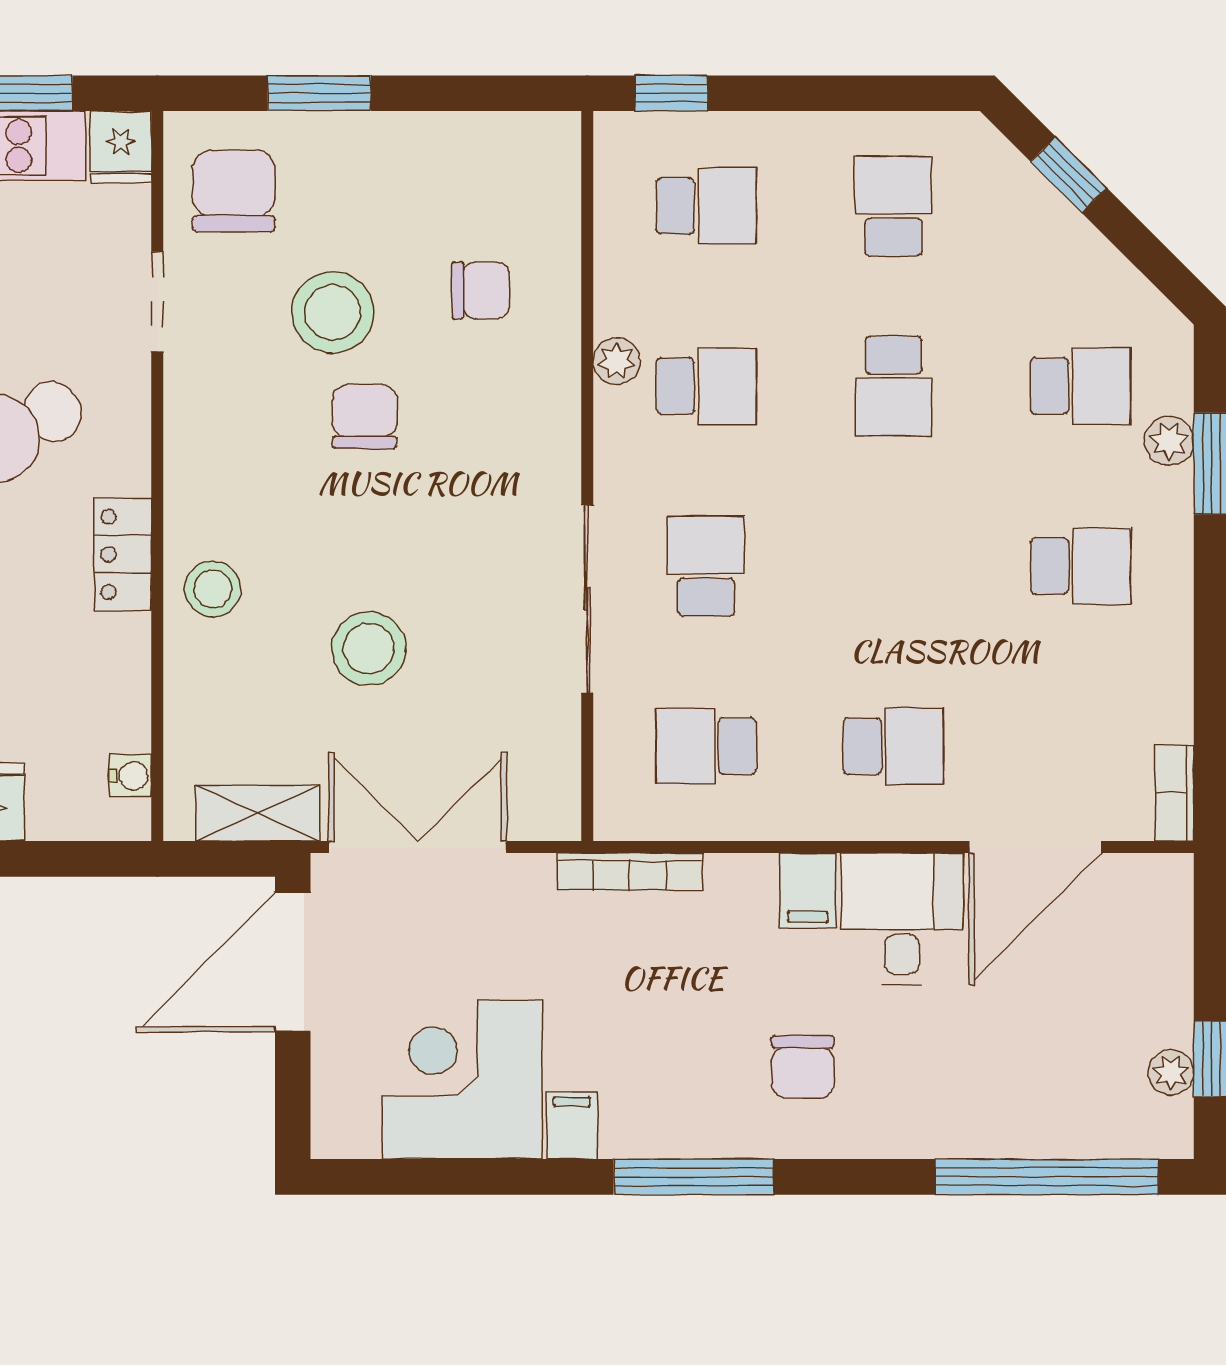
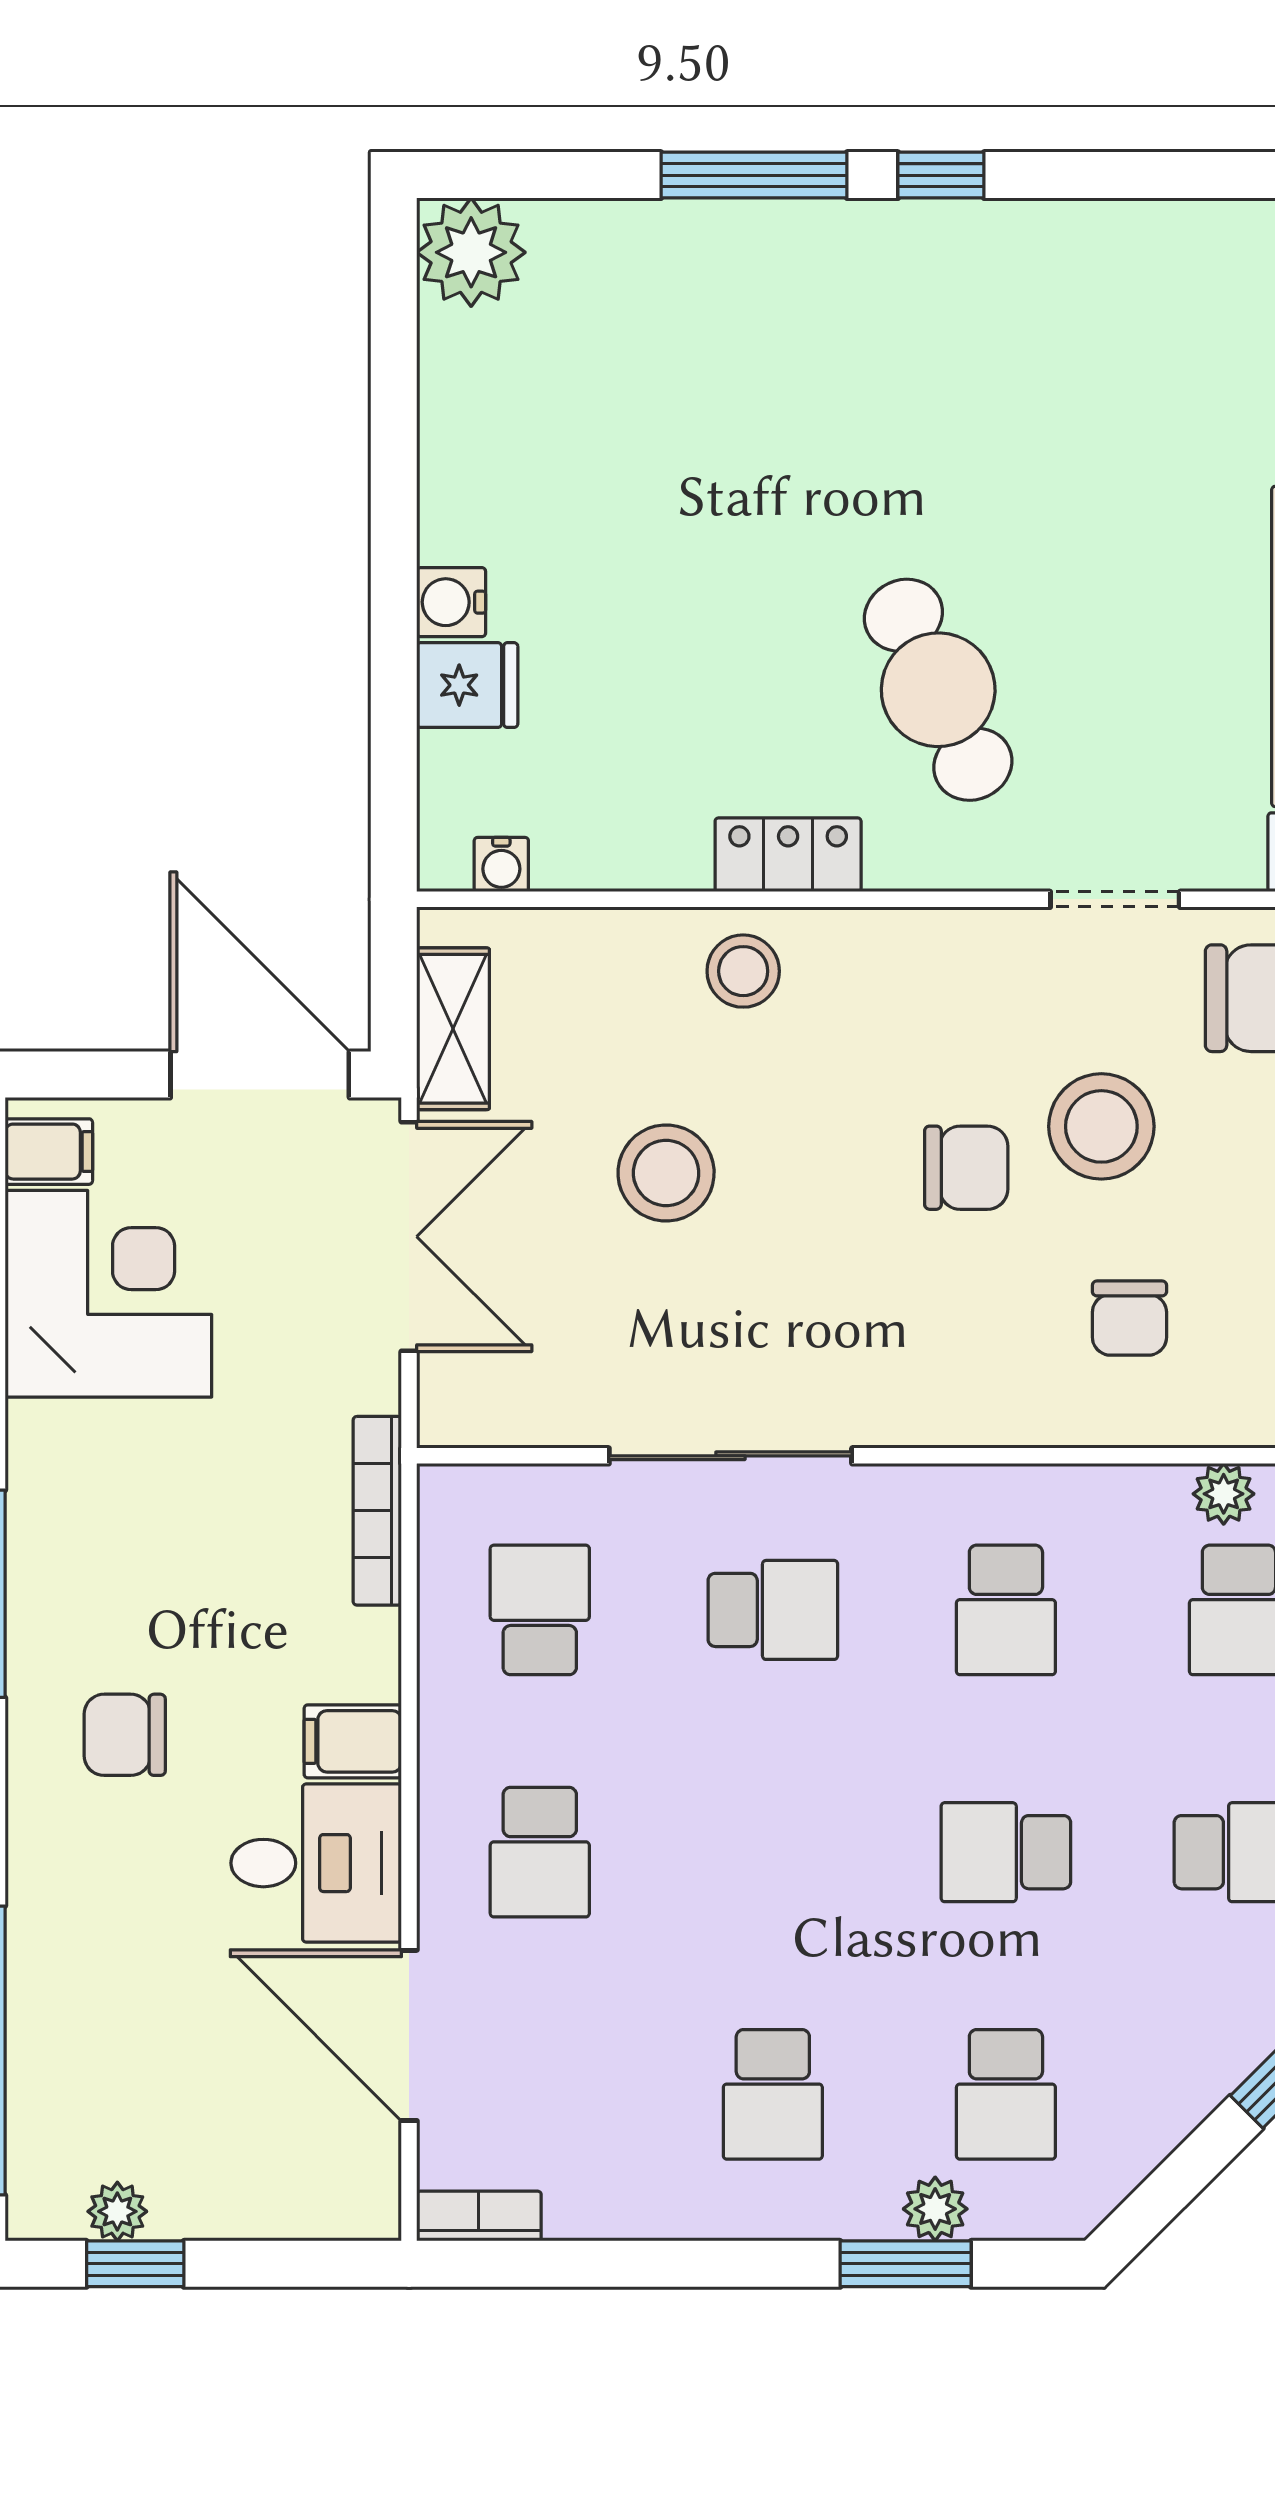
plant: (617, 361) -> (1224, 1494), moved
filing cabinet: (572, 1125) -> (49, 1152), moved

